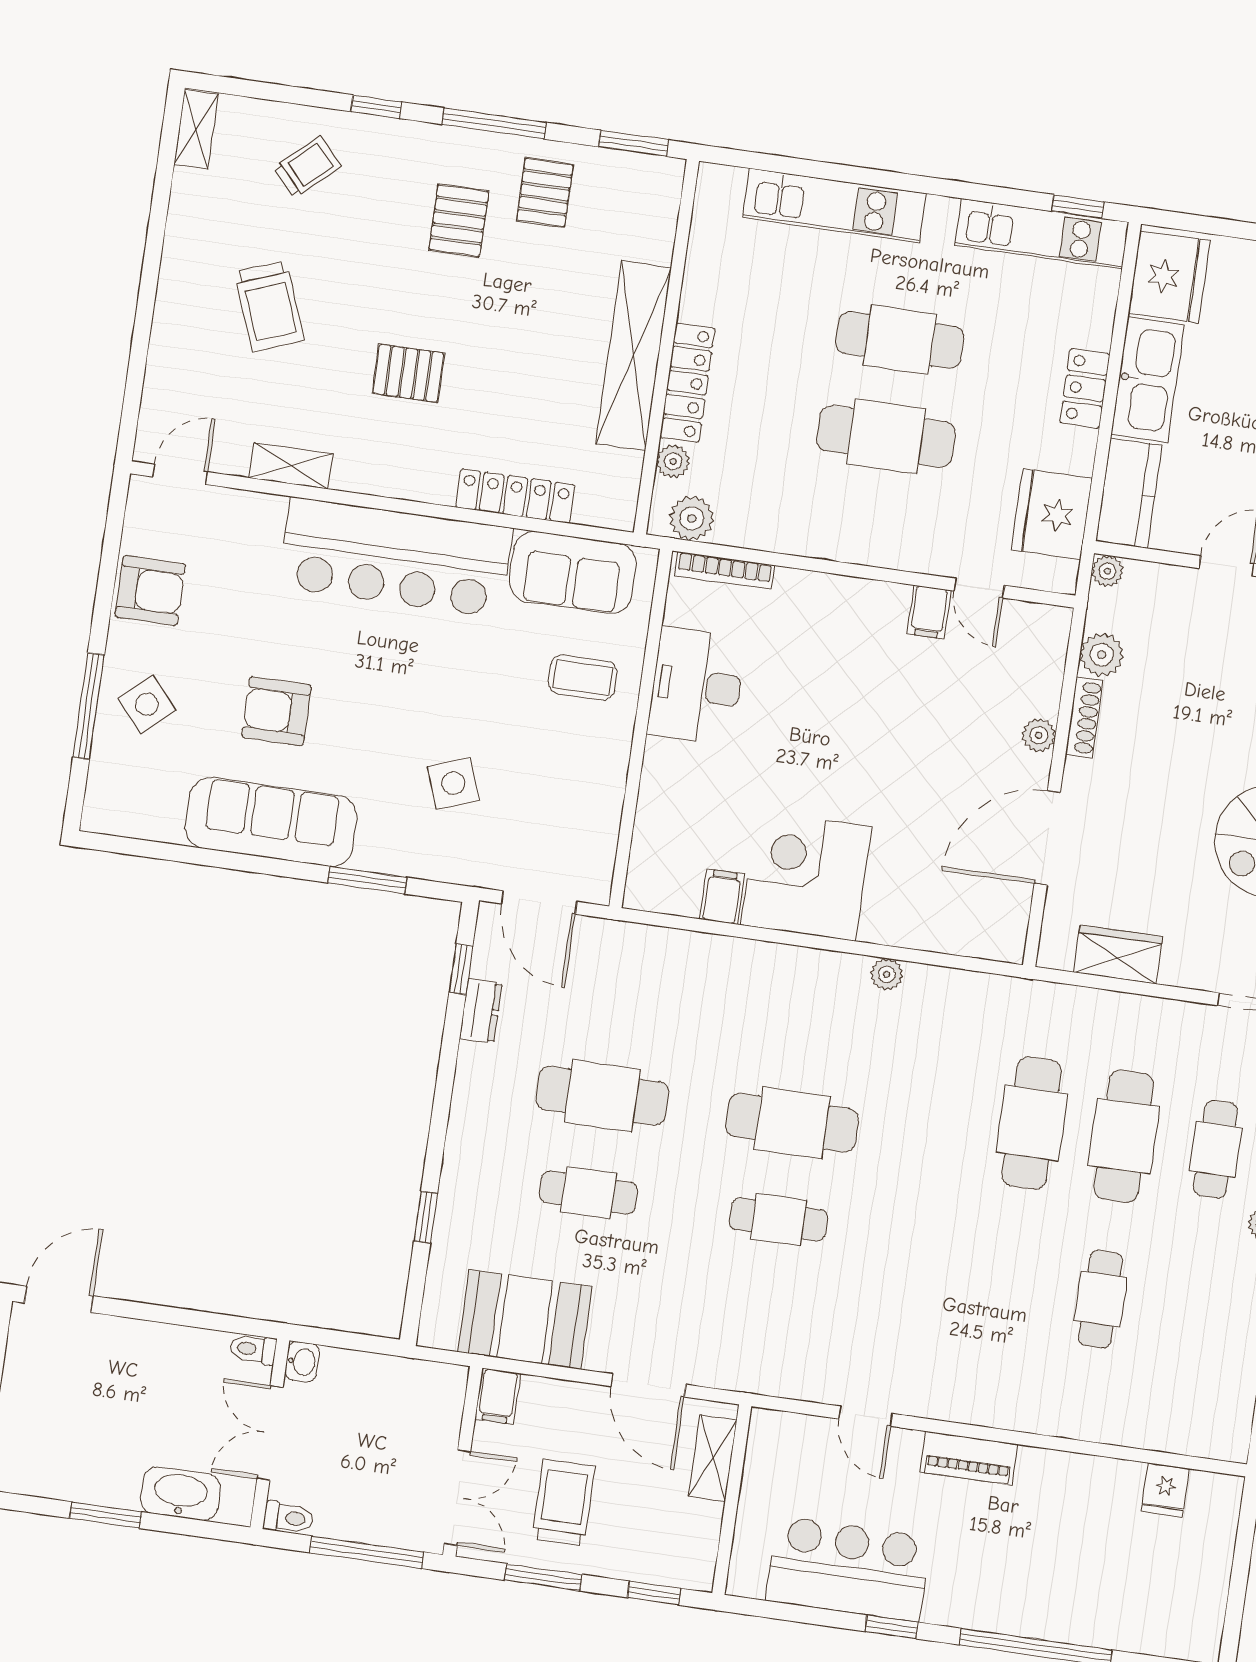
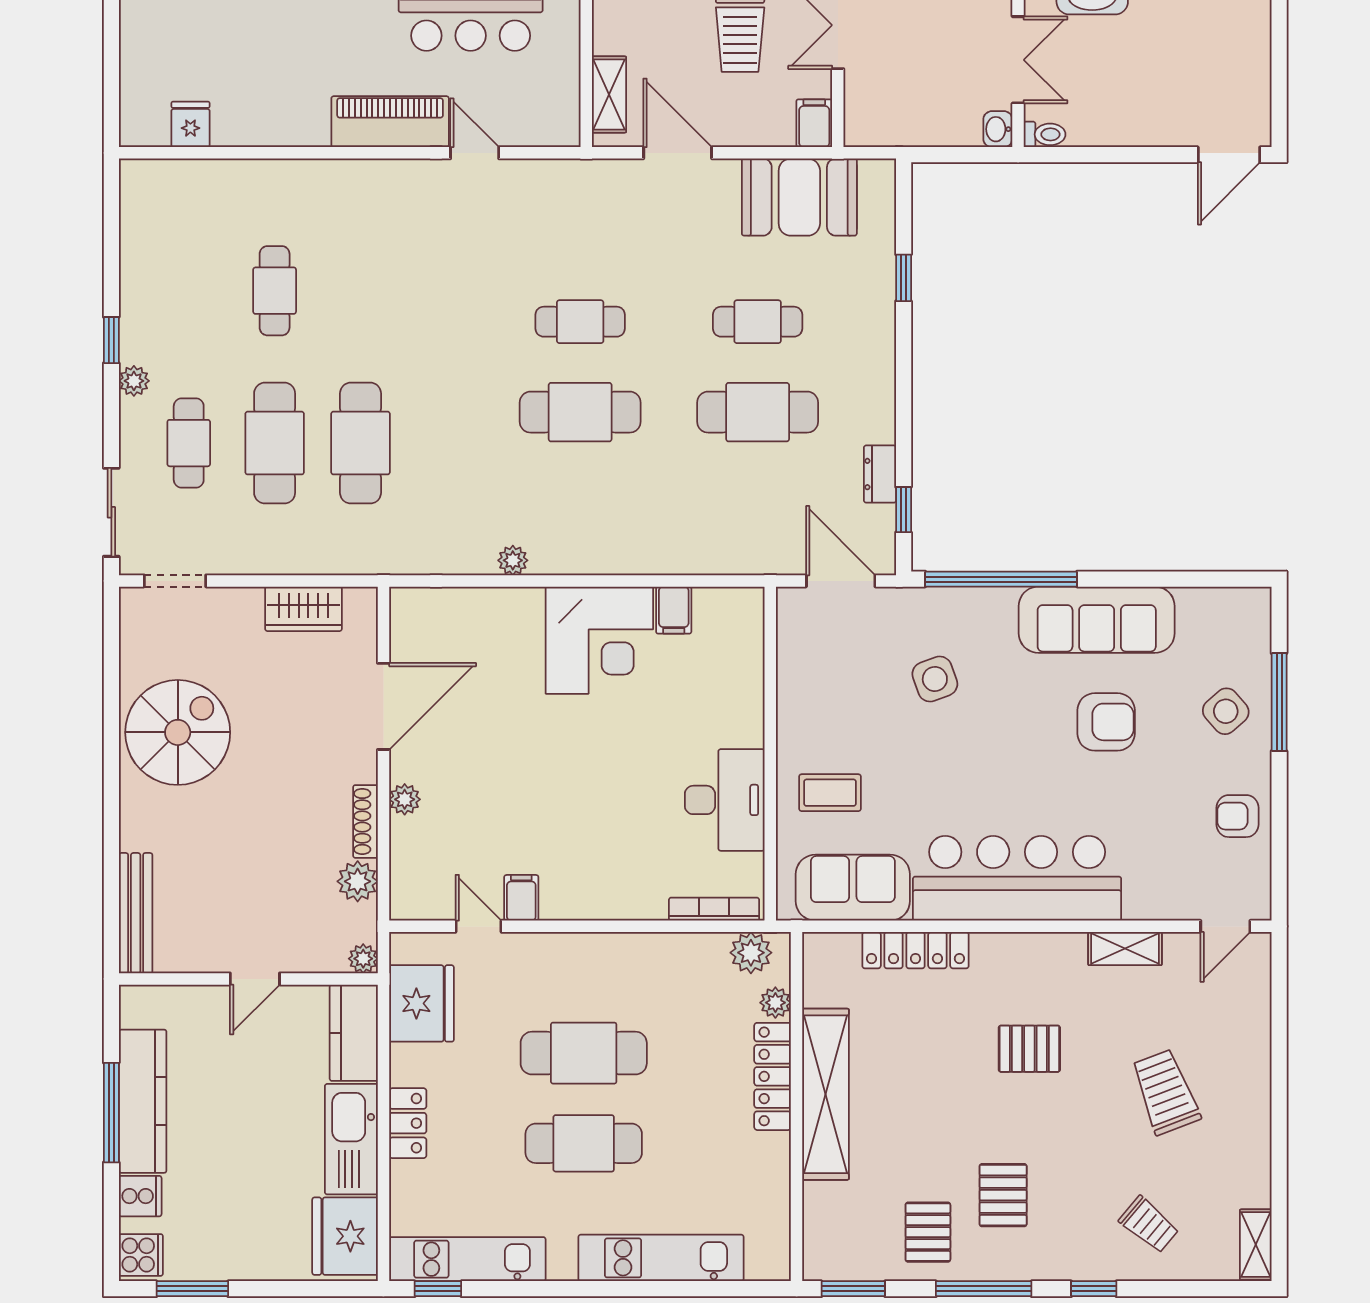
trolley: (307, 167) -> (1149, 1225), turned -98
armchair: (150, 590) -> (1238, 816), width x0.72, depth x0.72
window: (367, 880) -> (1001, 579), width x2.11
piano: (969, 1458) -> (390, 122), width x1.37, depth x1.33

